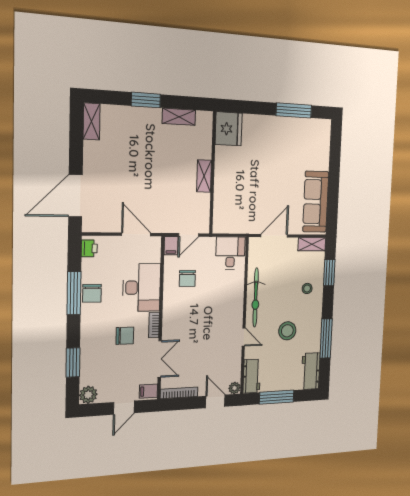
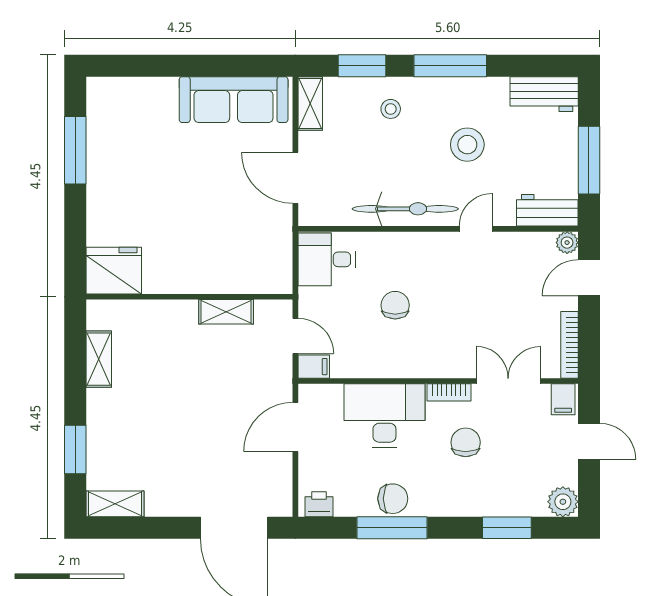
window: (146, 100) -> (75, 450), moved
shelving: (204, 176) -> (226, 312), moved
chair: (187, 279) -> (395, 305), moved, turned -90
window: (326, 339) -> (450, 66), moved

